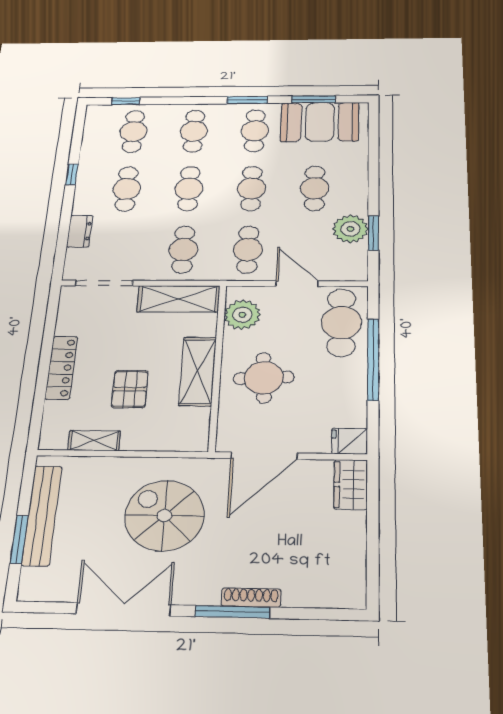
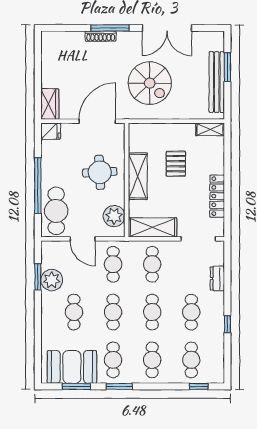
locker: (61, 368) -> (217, 196), moved
shelving: (94, 441) -> (210, 129), moved

